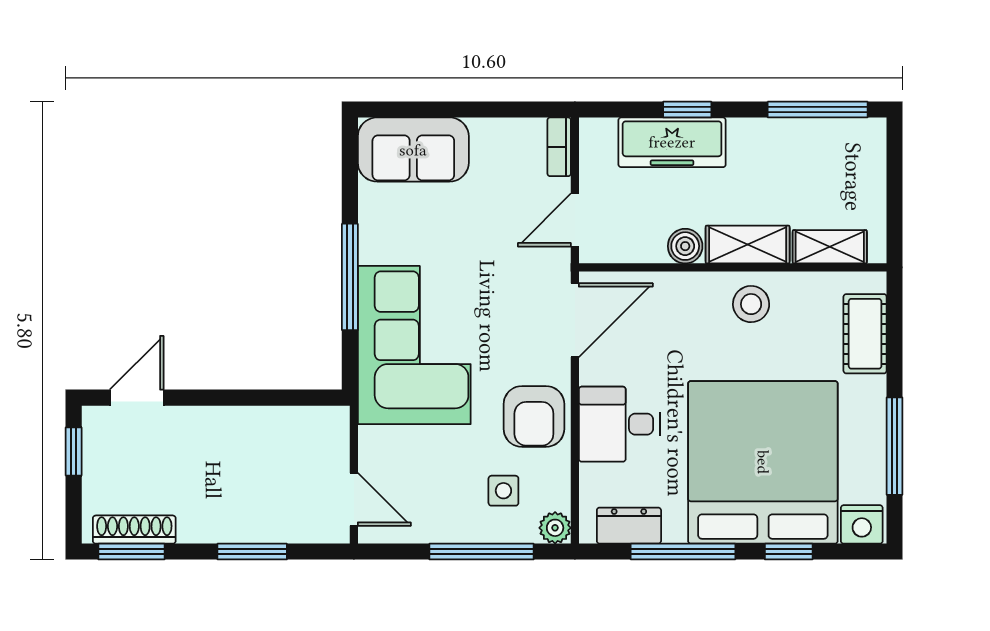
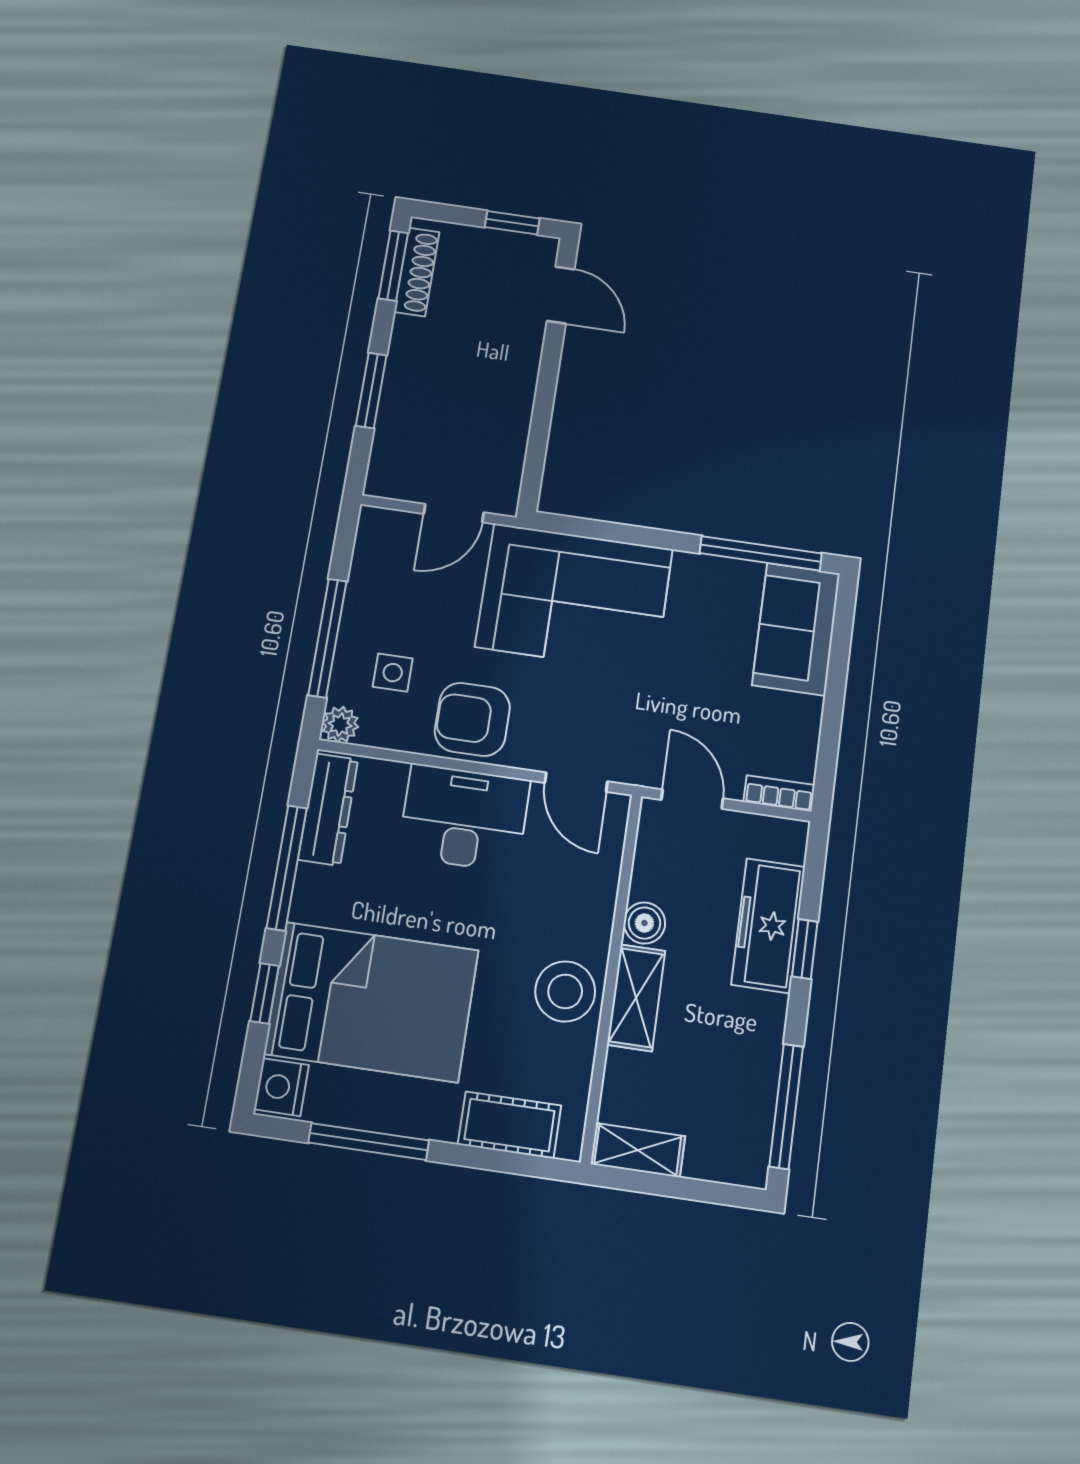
shelving: (830, 247) -> (638, 1150), moved, turned 90
window: (350, 277) -> (761, 553), moved
stool: (751, 304) -> (565, 991), width x1.38, depth x1.38
door: (575, 320) -> (576, 782), width x0.73
desk: (619, 424) -> (464, 818), width x1.37
bed: (763, 462) -> (372, 1002), width x0.73
door: (354, 499) -> (454, 513), moved
dresser: (629, 526) -> (328, 809), width x1.44

